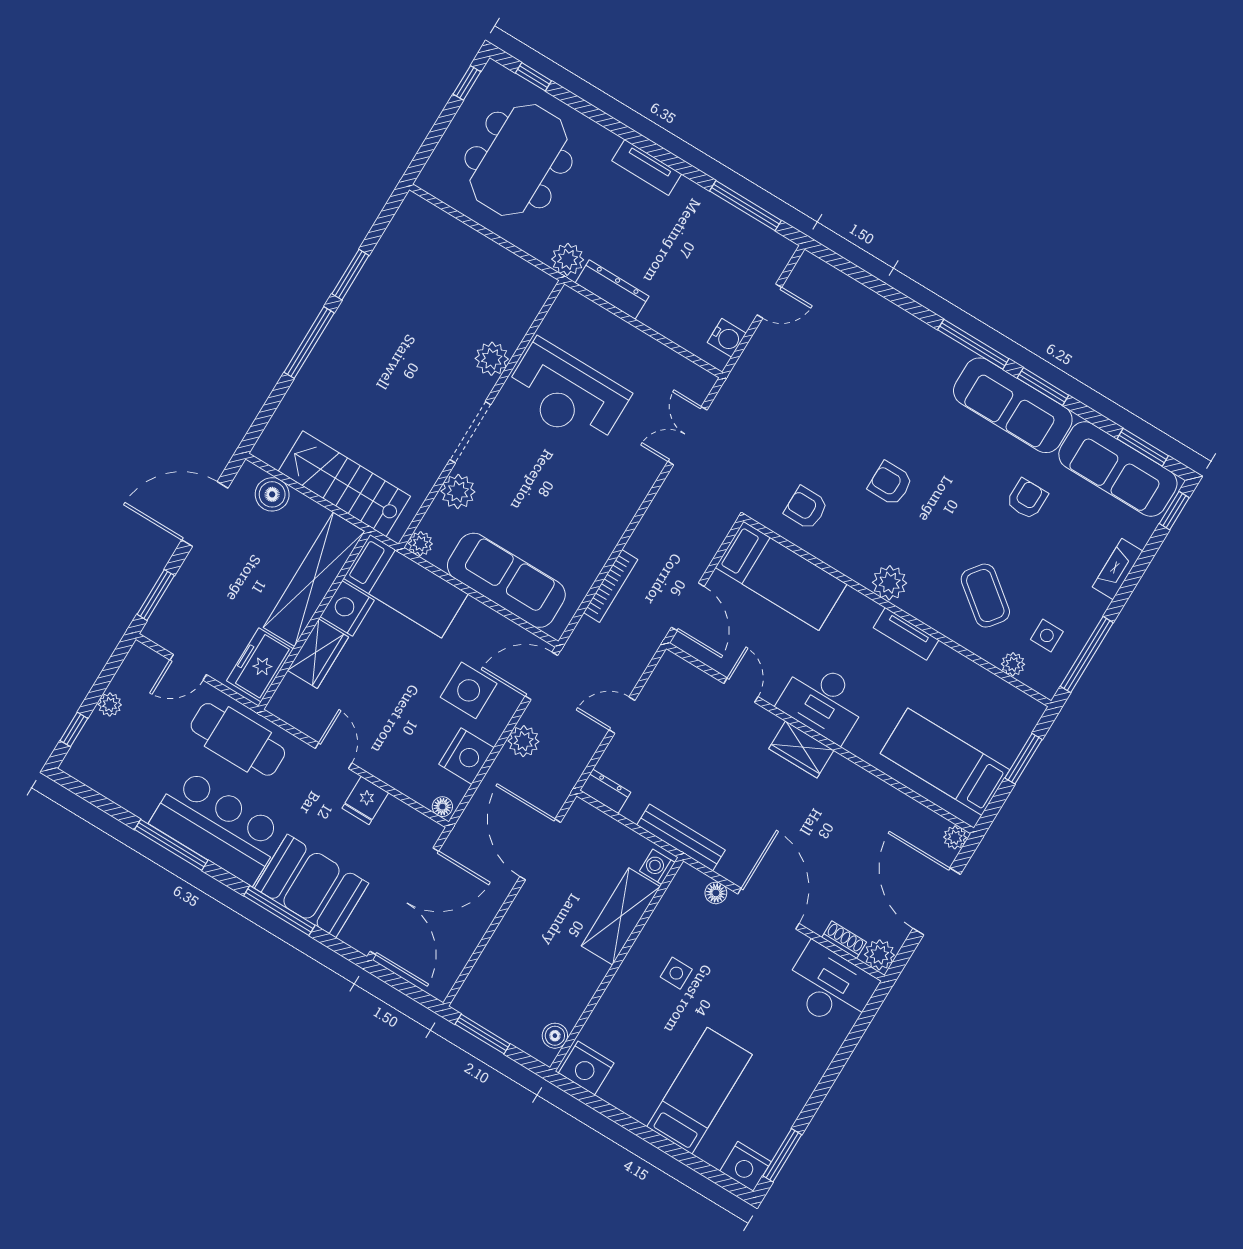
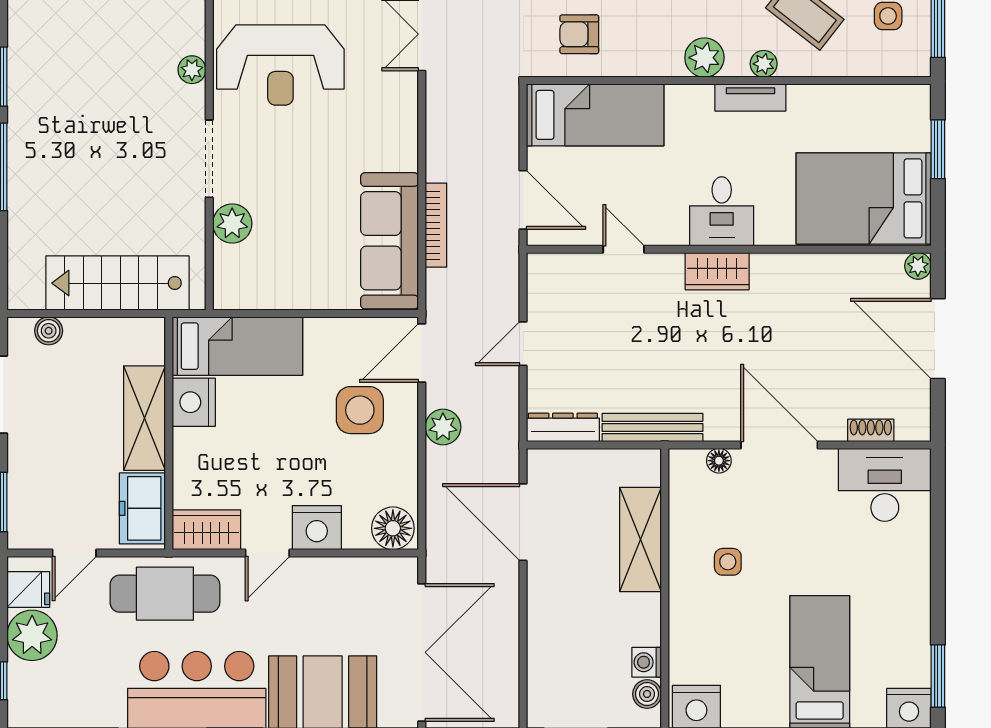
plant: (492, 359) -> (192, 70), width x0.73, depth x0.73
boiler: (272, 494) -> (49, 331), width x0.73, depth x0.73
plant: (420, 544) -> (227, 296), removed
shelving: (314, 579) -> (144, 418), width x0.68
sofa: (506, 580) -> (389, 241), moved, turned -90
wardrobe: (318, 654) -> (206, 530), moved, turned -90
plant: (1013, 664) -> (764, 64), moved
desk: (823, 701) -> (722, 211), width x0.73
plant: (110, 705) -> (32, 635), width x1.87, depth x1.87
door: (334, 756) -> (267, 553), swing flipped
nightstand: (467, 756) -> (317, 528), moved, turned 90
bed: (945, 762) -> (864, 198), width x1.50
dresser: (605, 791) -> (563, 427), width x1.44
fridge: (365, 800) -> (28, 589), moved, turned -90
floor lamp: (442, 807) -> (393, 528), width x1.89, depth x1.89
washing machine: (657, 867) -> (647, 662), moved
plant: (879, 955) -> (914, 424), removed

